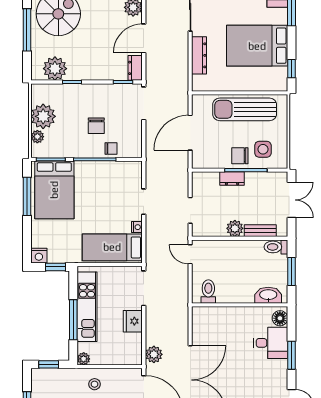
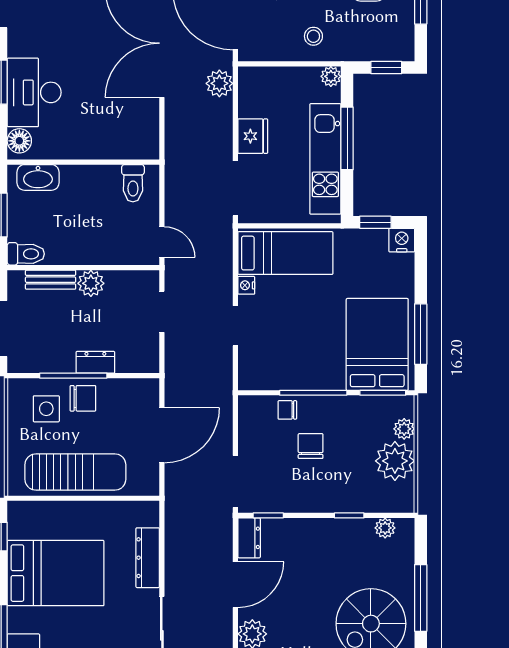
plant: (55, 69) -> (385, 528), width x0.53, depth x0.53
desk: (271, 343) -> (34, 92), width x1.37

